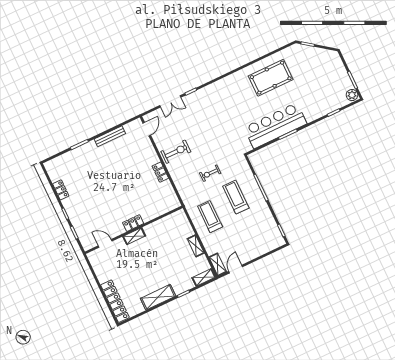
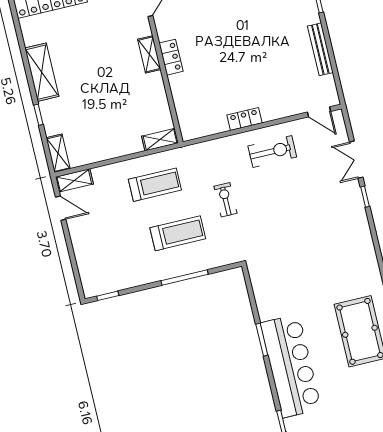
bar counter: (275, 126) -> (291, 366), moved
exercise bike: (176, 152) -> (272, 151), turned -90
shelving: (196, 246) -> (160, 140), moved

